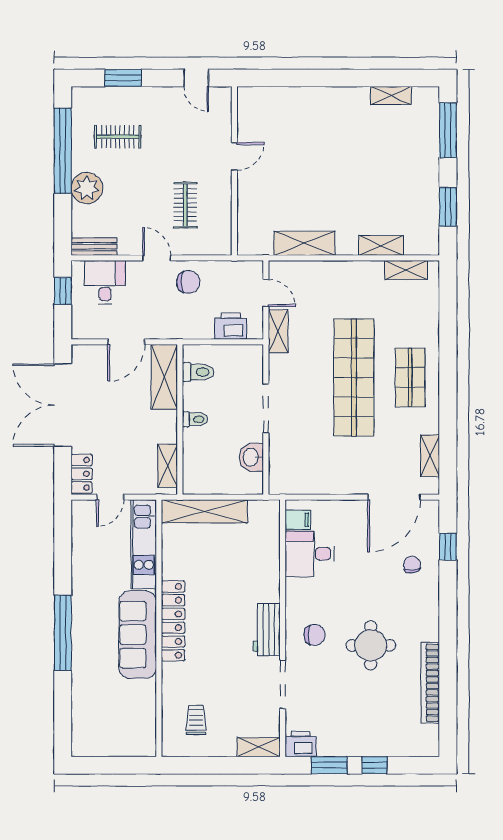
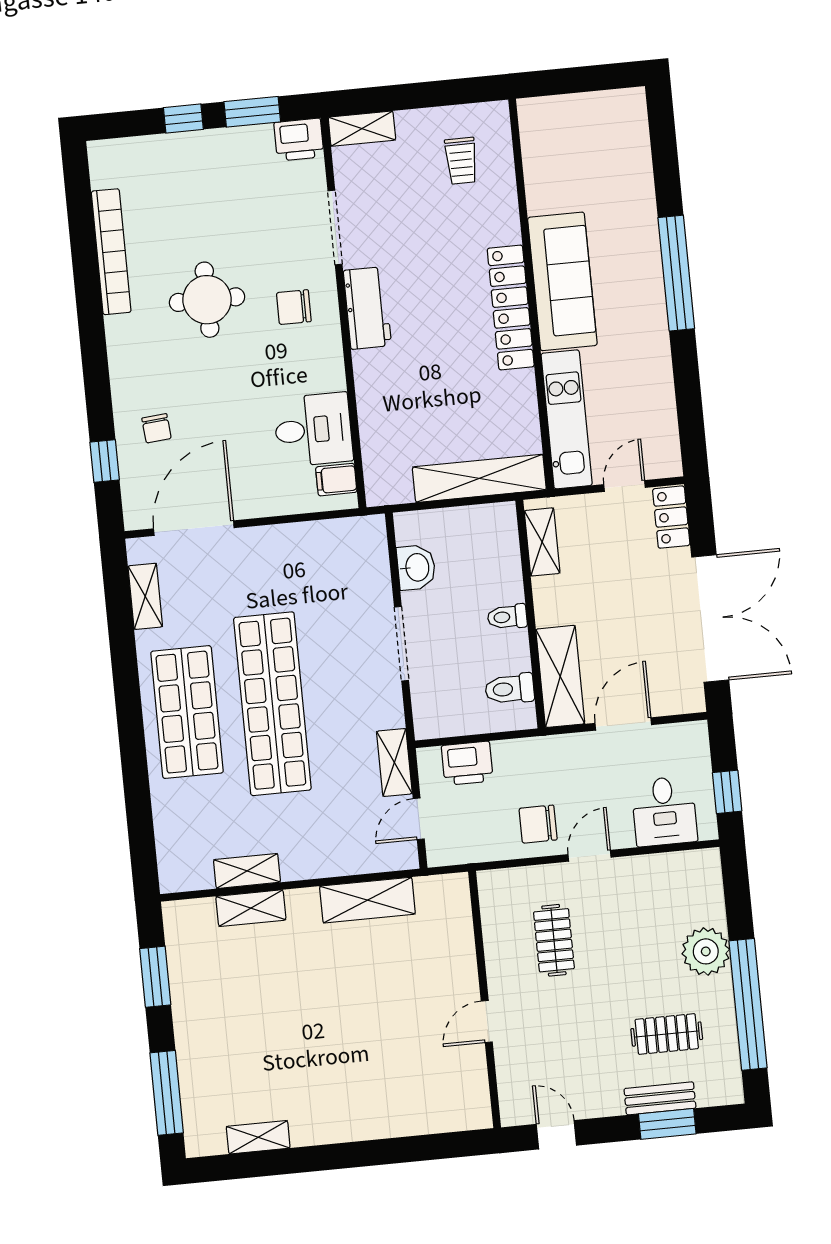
bench: (94, 247) -> (660, 1098), moved
door: (157, 258) -> (590, 856), swing flipped
shelving: (406, 270) -> (247, 871), moved
door: (266, 293) -> (419, 819), hinge flipped
shop shelf: (410, 378) -> (187, 712), width x1.43, depth x1.36

